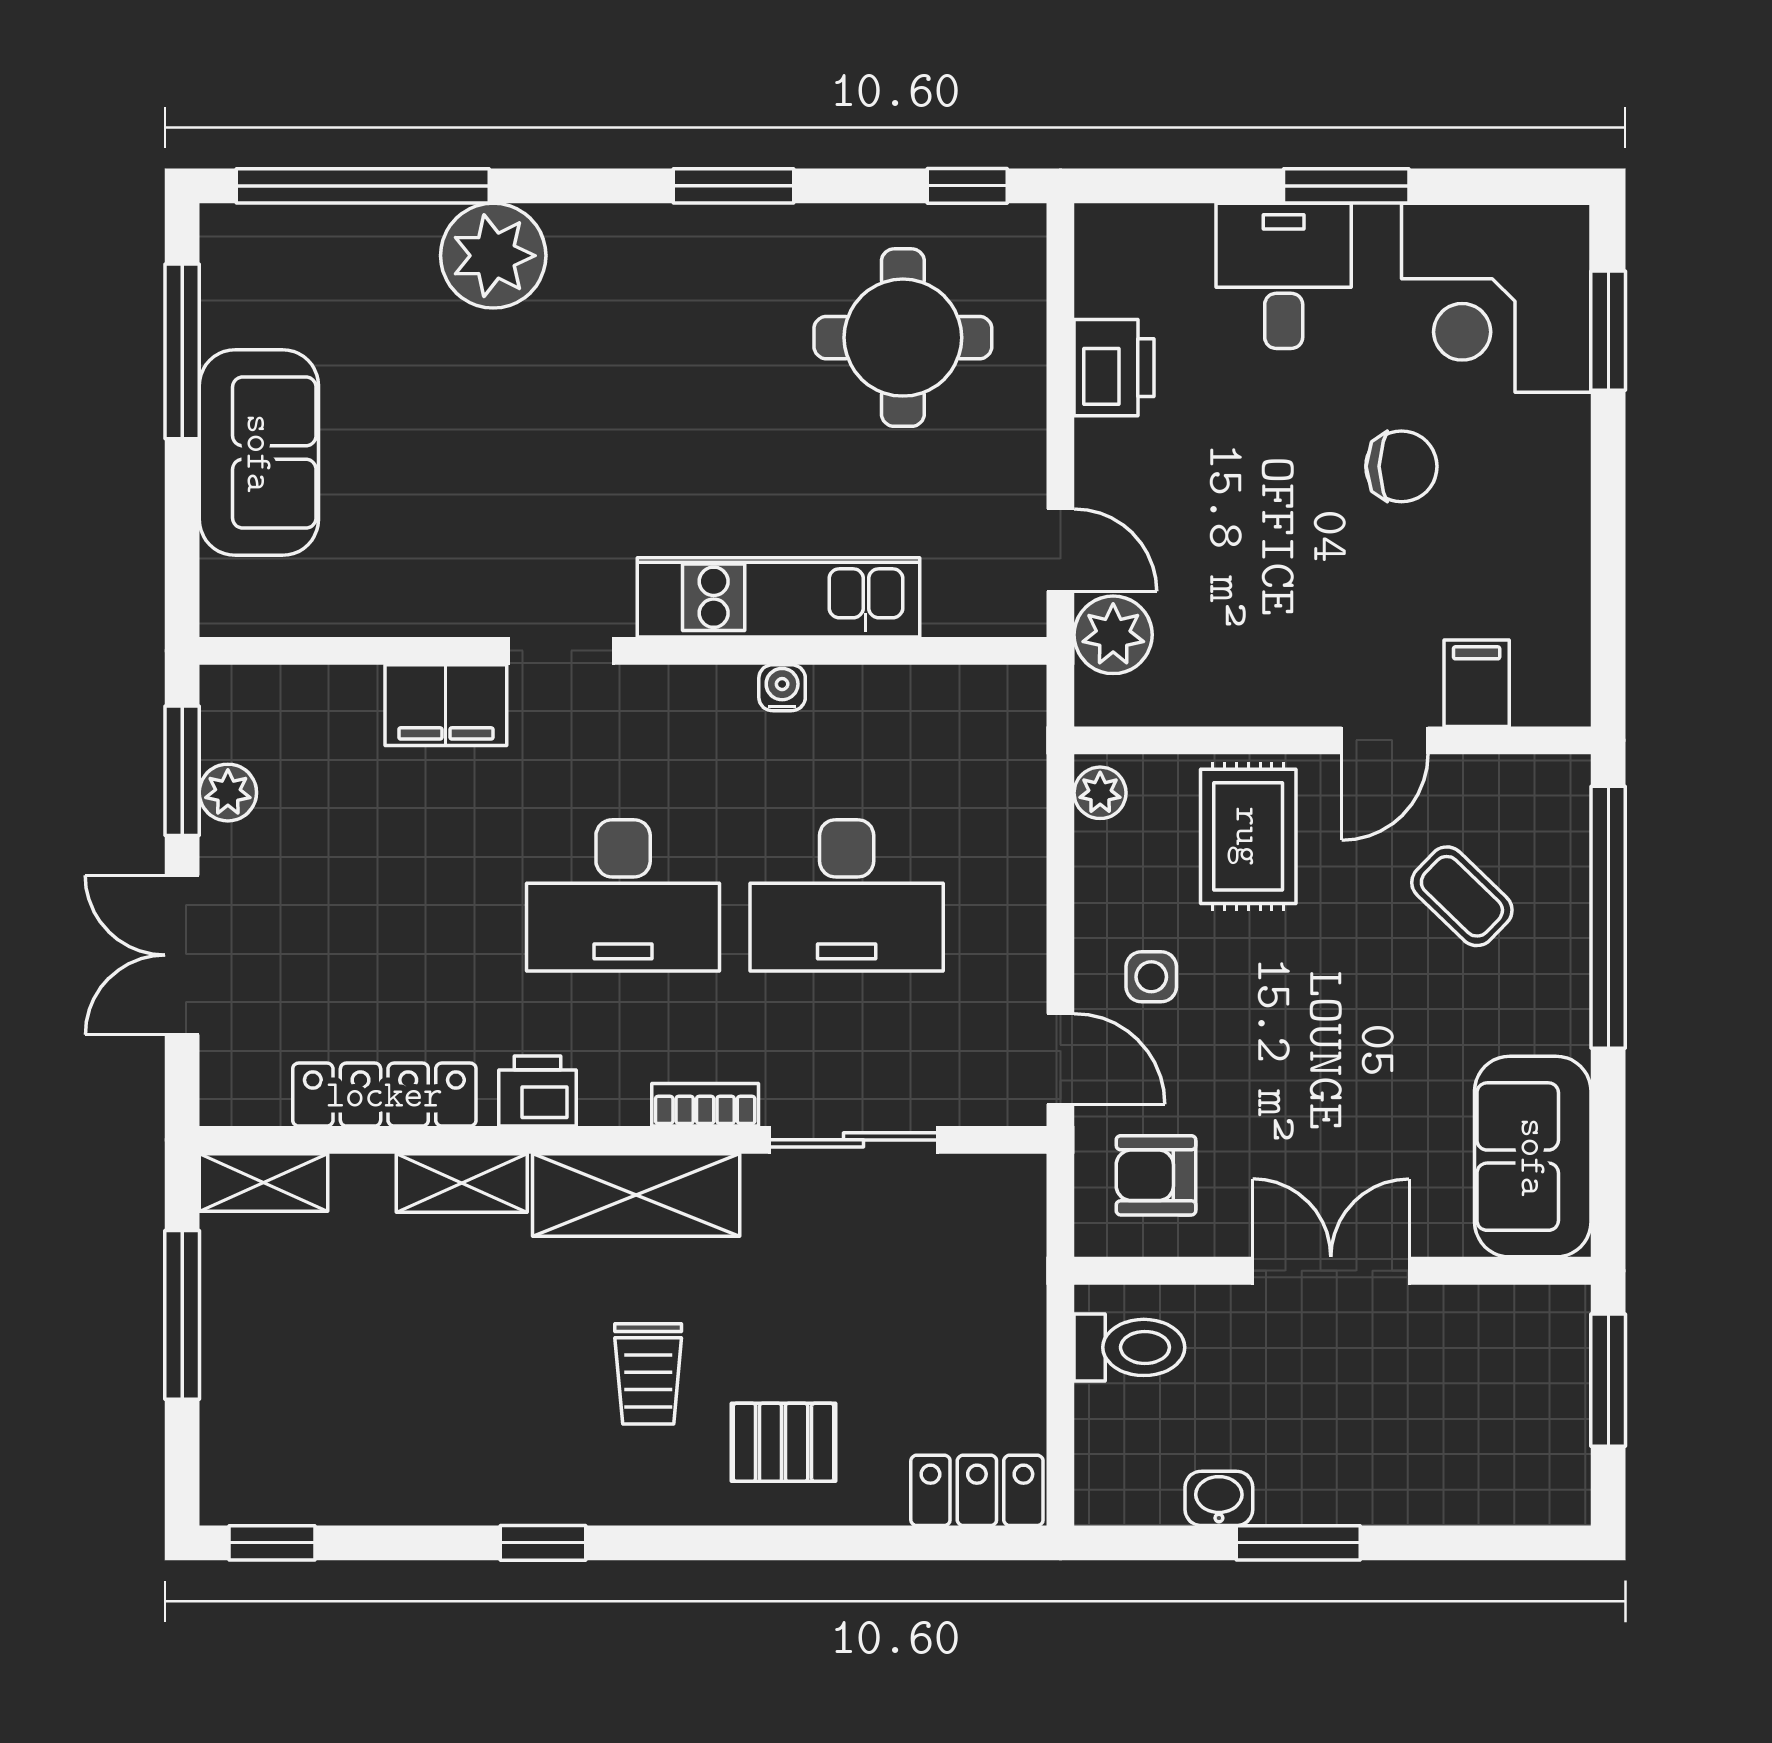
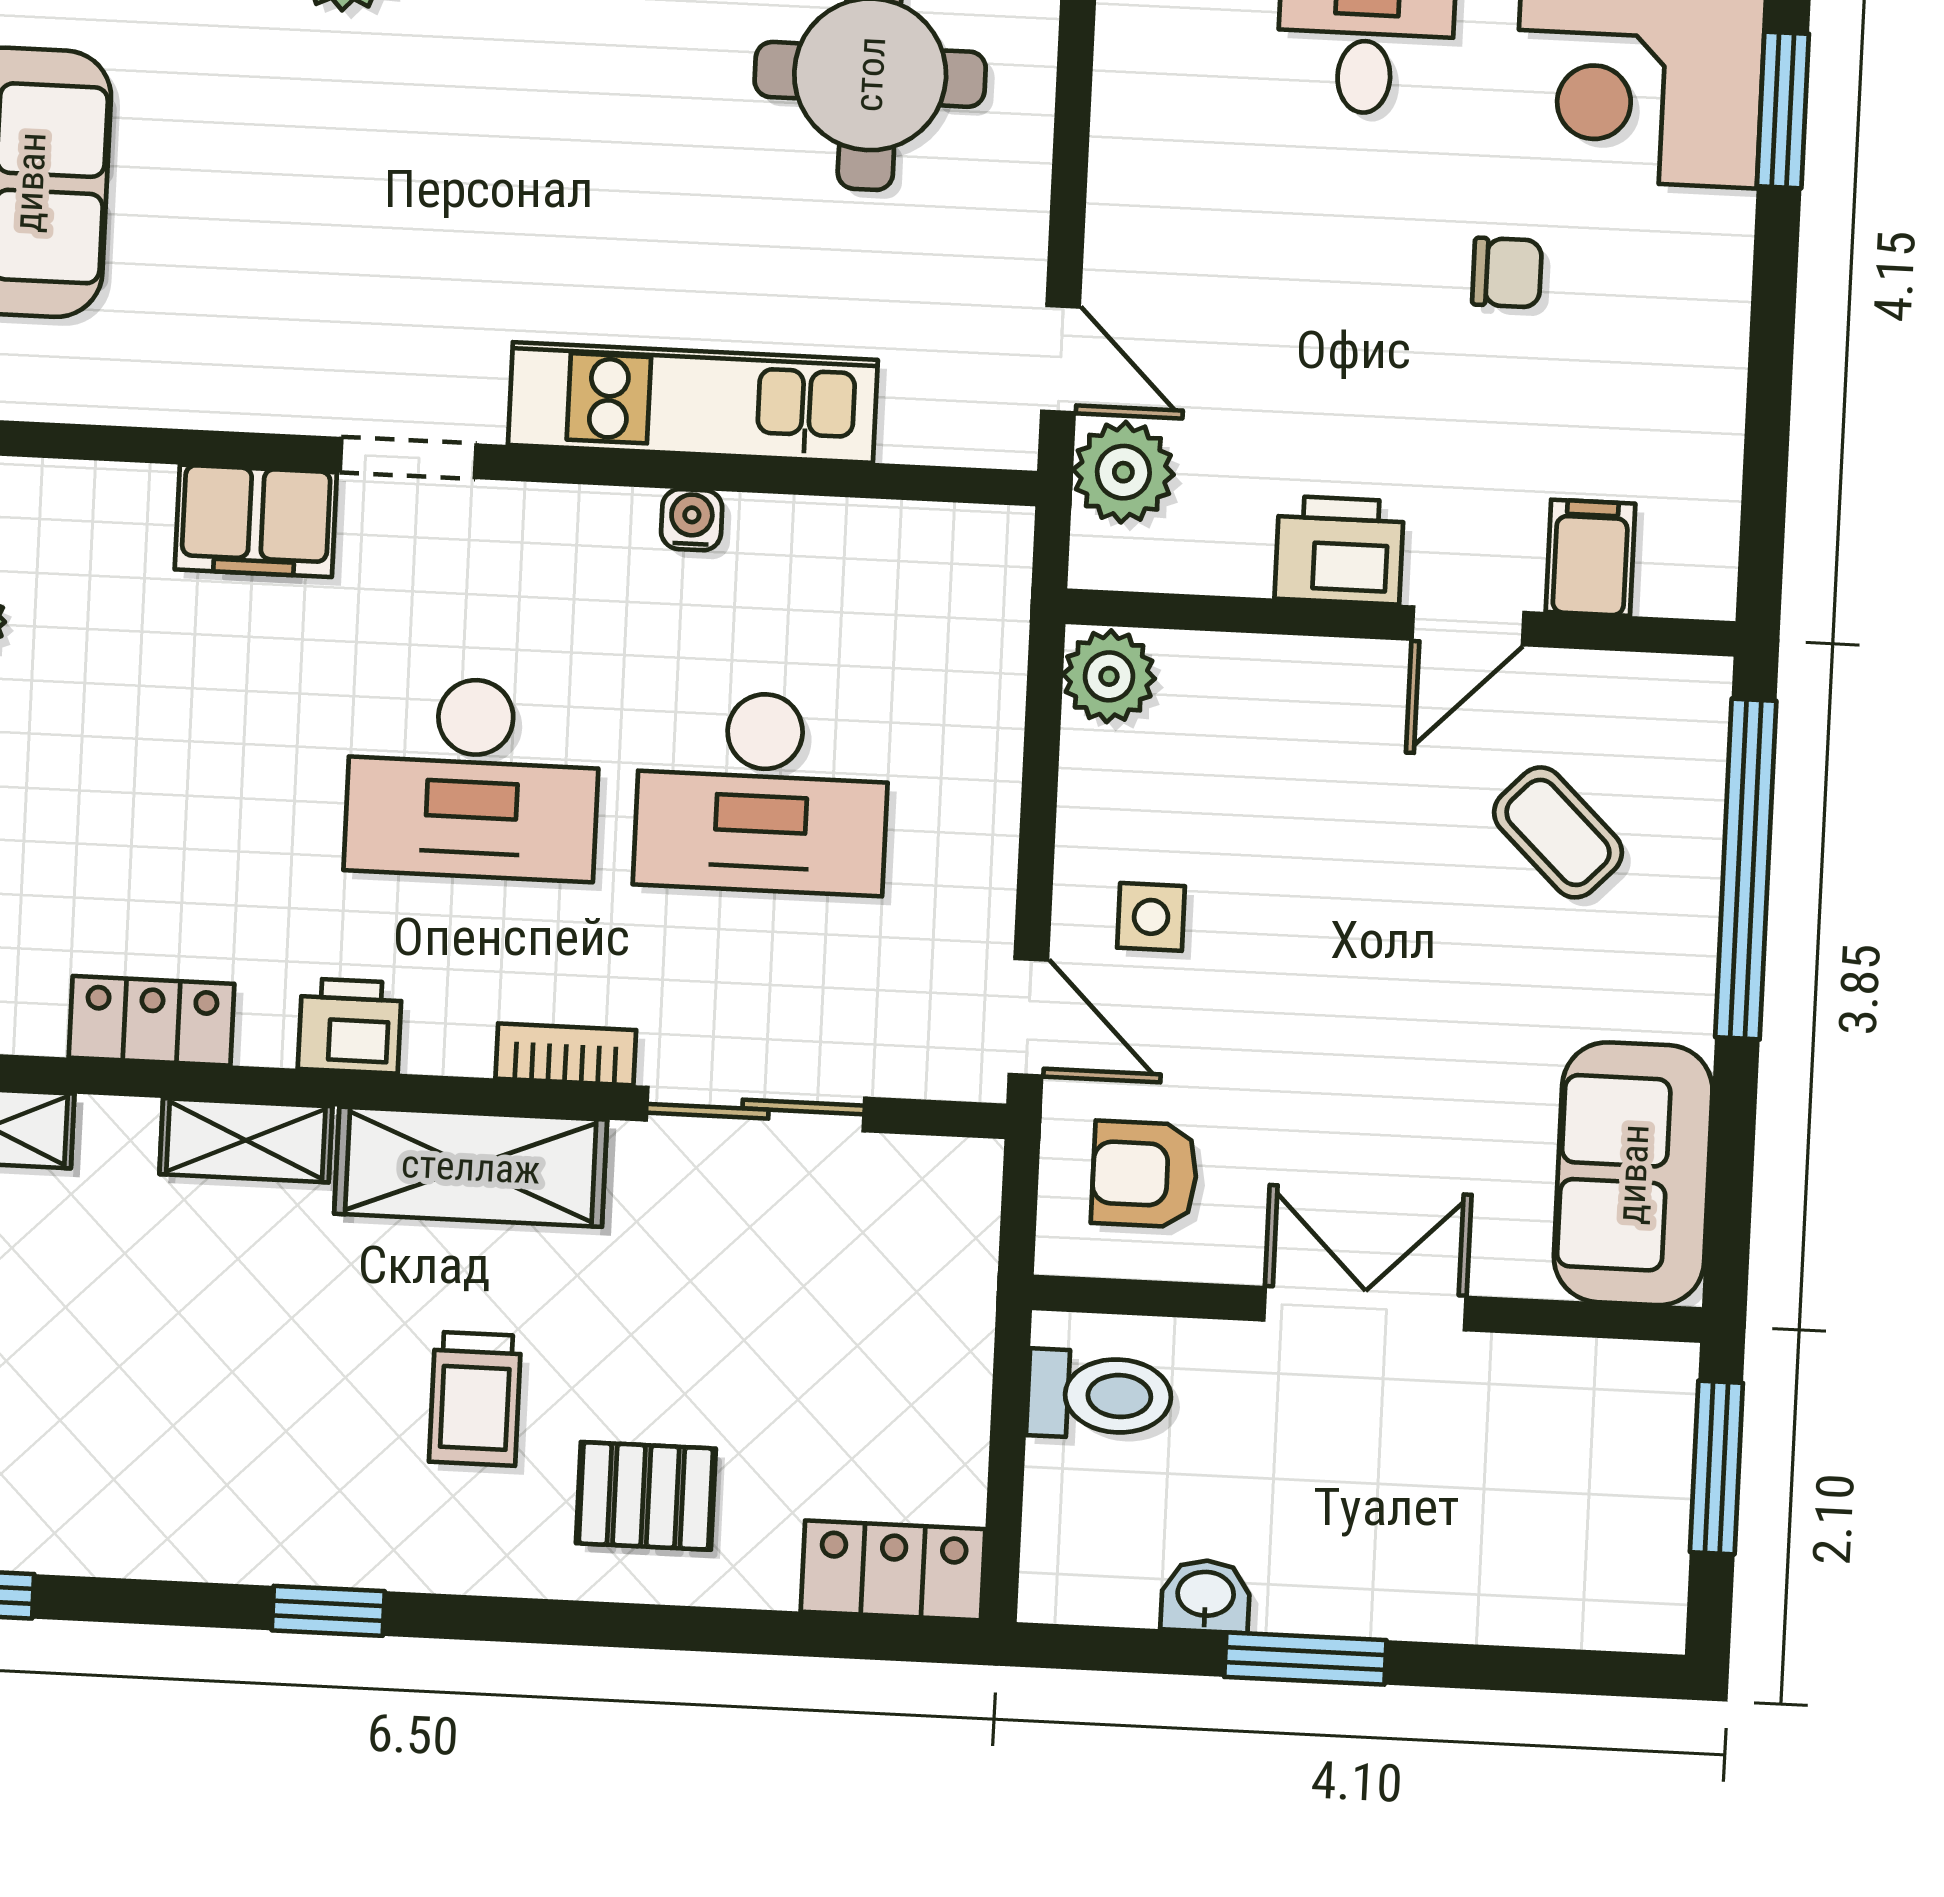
printer: (1114, 368) -> (1339, 550), moved, turned -90
chair: (1401, 466) -> (1507, 273), width x0.73, depth x0.73
plant: (1100, 793) -> (1109, 676), width x1.38, depth x1.38
rug: (1248, 836) -> (1285, 741), removed
locker: (384, 1095) -> (151, 1021), width x0.66

